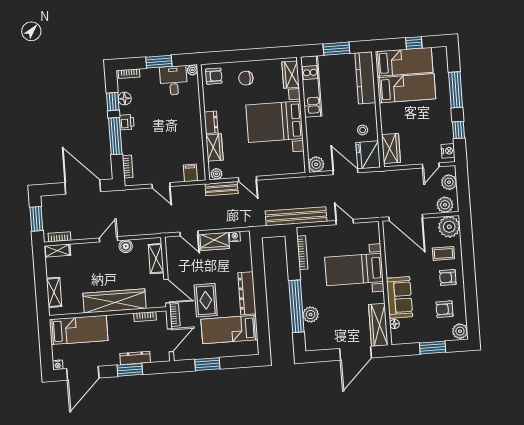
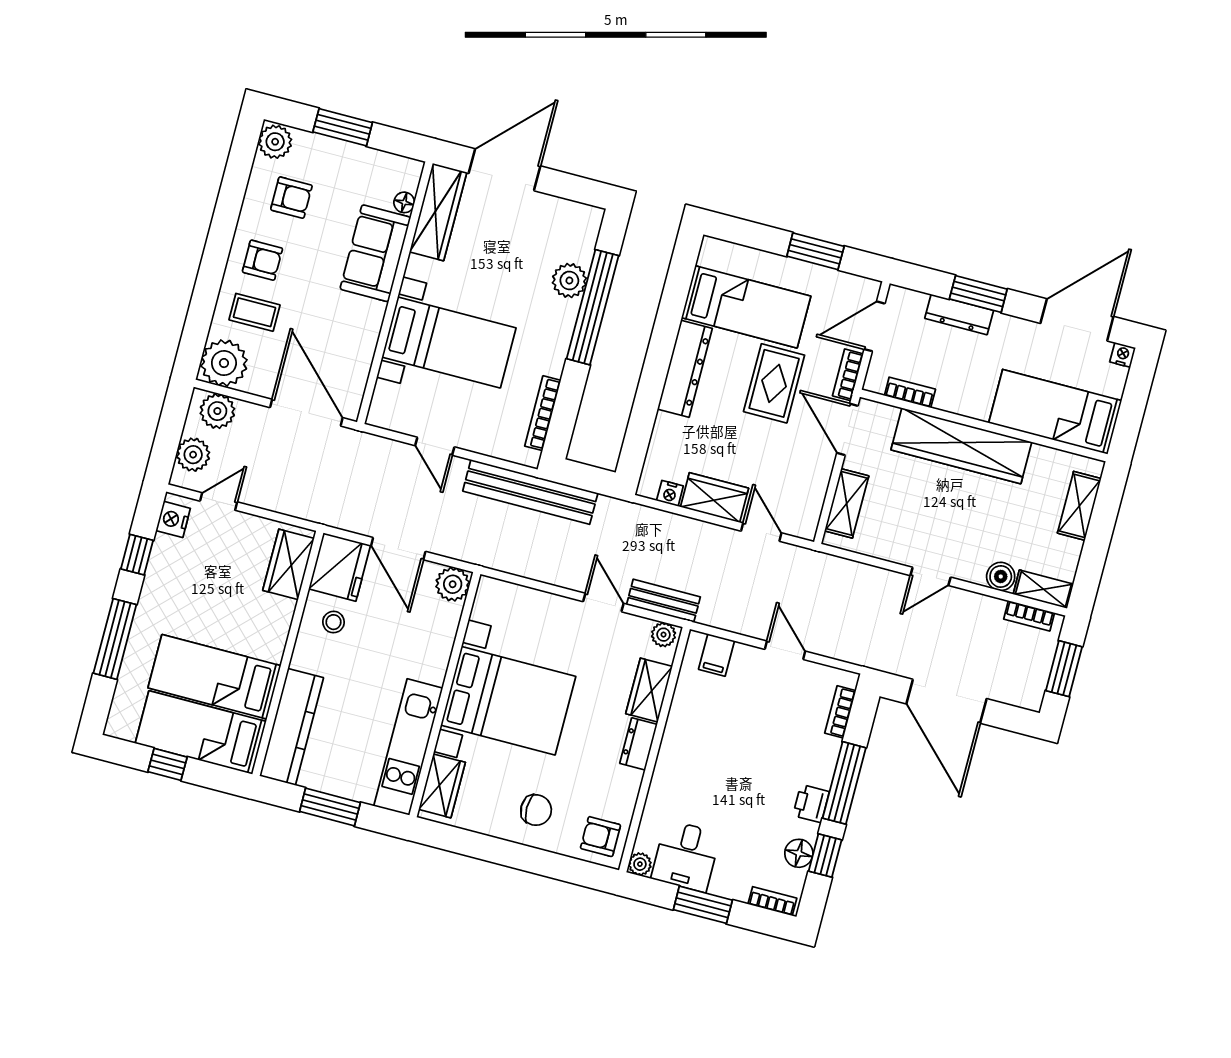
boiler: (126, 246) -> (1001, 576), moved

